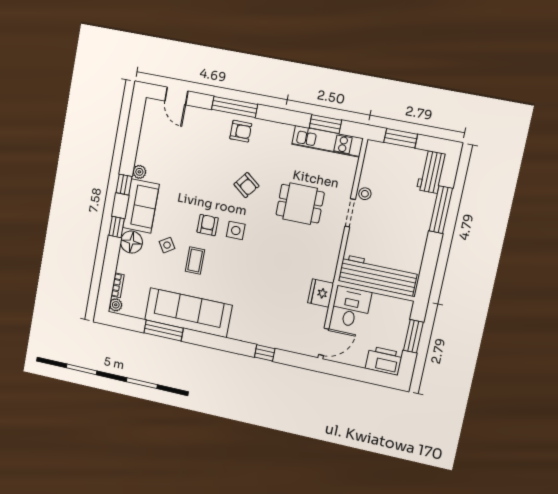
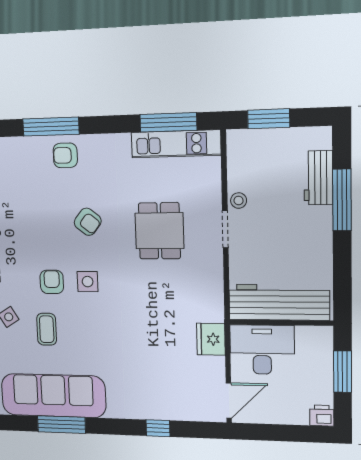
window: (325, 124) -> (168, 122), width x1.44
armchair: (241, 131) -> (65, 155), turned 180
workbench: (431, 172) -> (318, 178), moved
dining table: (300, 204) -> (159, 231), turned 90
desk: (351, 307) -> (262, 350), width x1.37
window: (164, 331) -> (61, 425), moved
printer: (384, 361) -> (322, 416), width x0.53, depth x0.68

